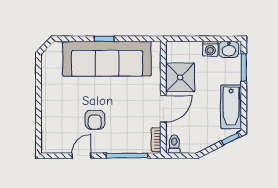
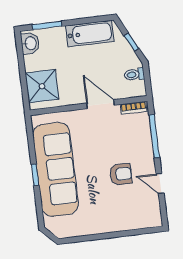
washing machine: (210, 49) -> (32, 63), removed
shower: (180, 77) -> (42, 86), moved
window: (230, 139) -> (131, 42), moved
toilet: (174, 144) -> (134, 74), moved

